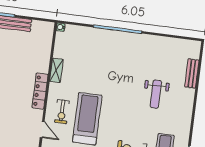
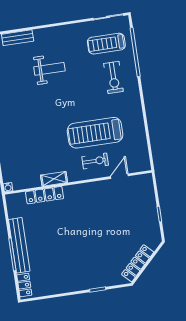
locker: (40, 91) -> (45, 195), moved

